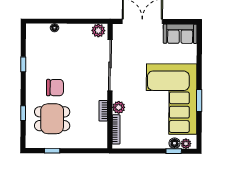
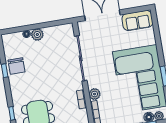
plant: (98, 30) -> (37, 34), moved
chair: (55, 88) -> (16, 66), moved, turned 90

